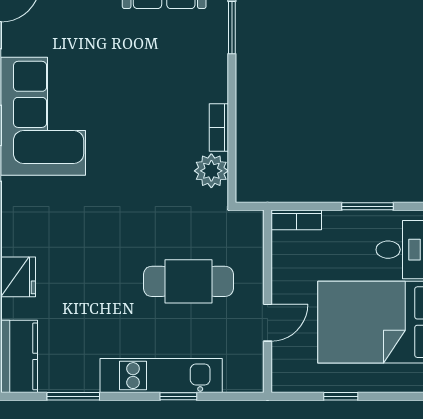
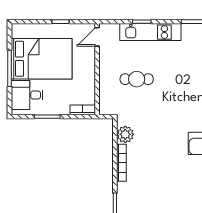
bookcase: (219, 128) -> (121, 163), width x1.56
cafe table: (188, 281) -> (137, 79), width x0.73, depth x0.74
door: (268, 323) -> (97, 37), moved

